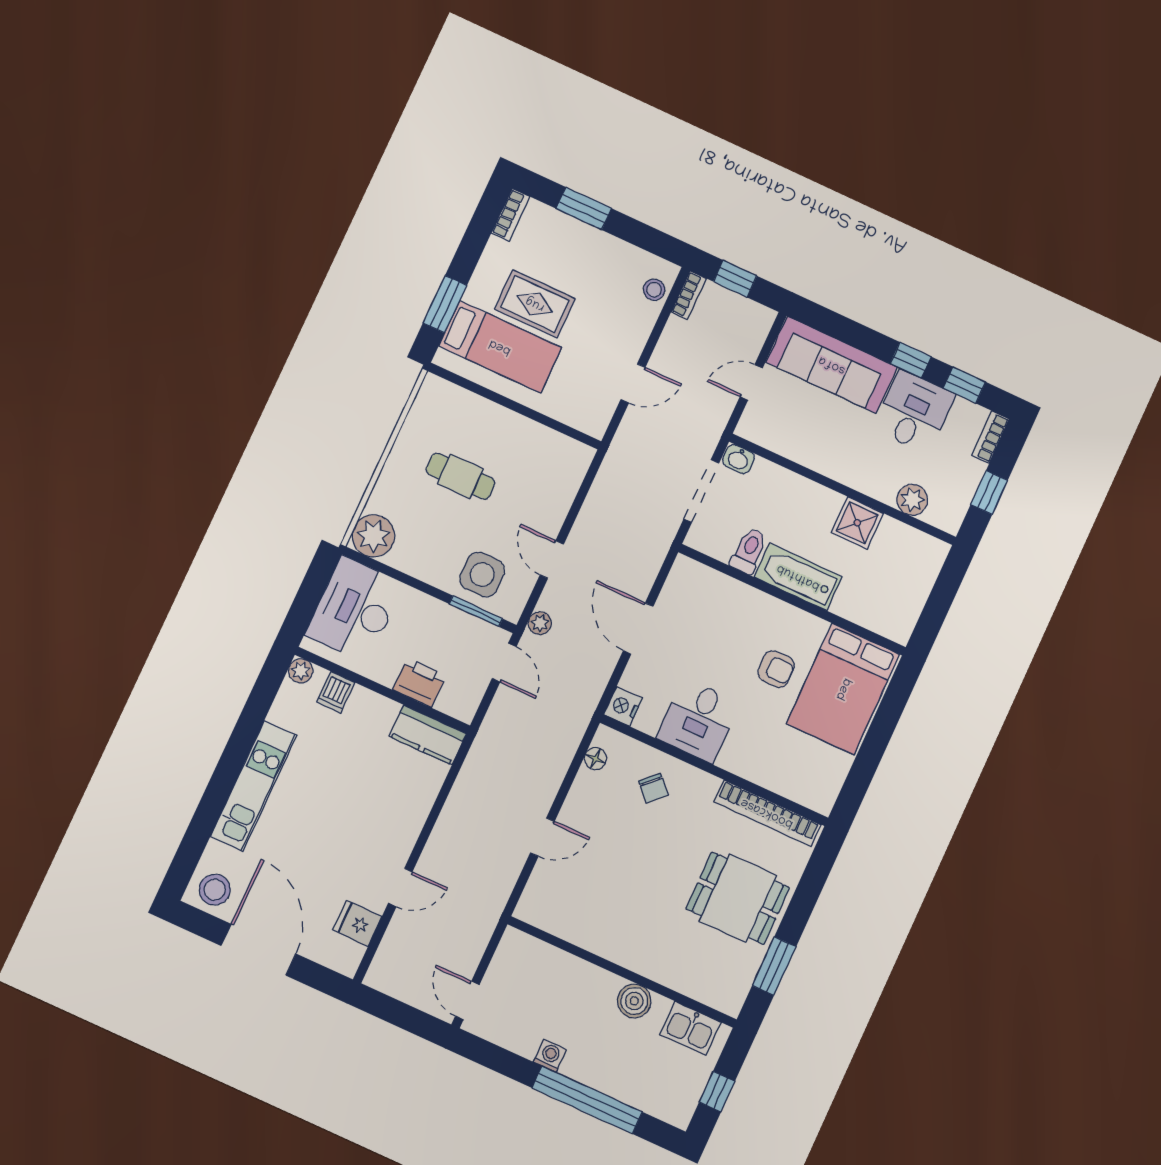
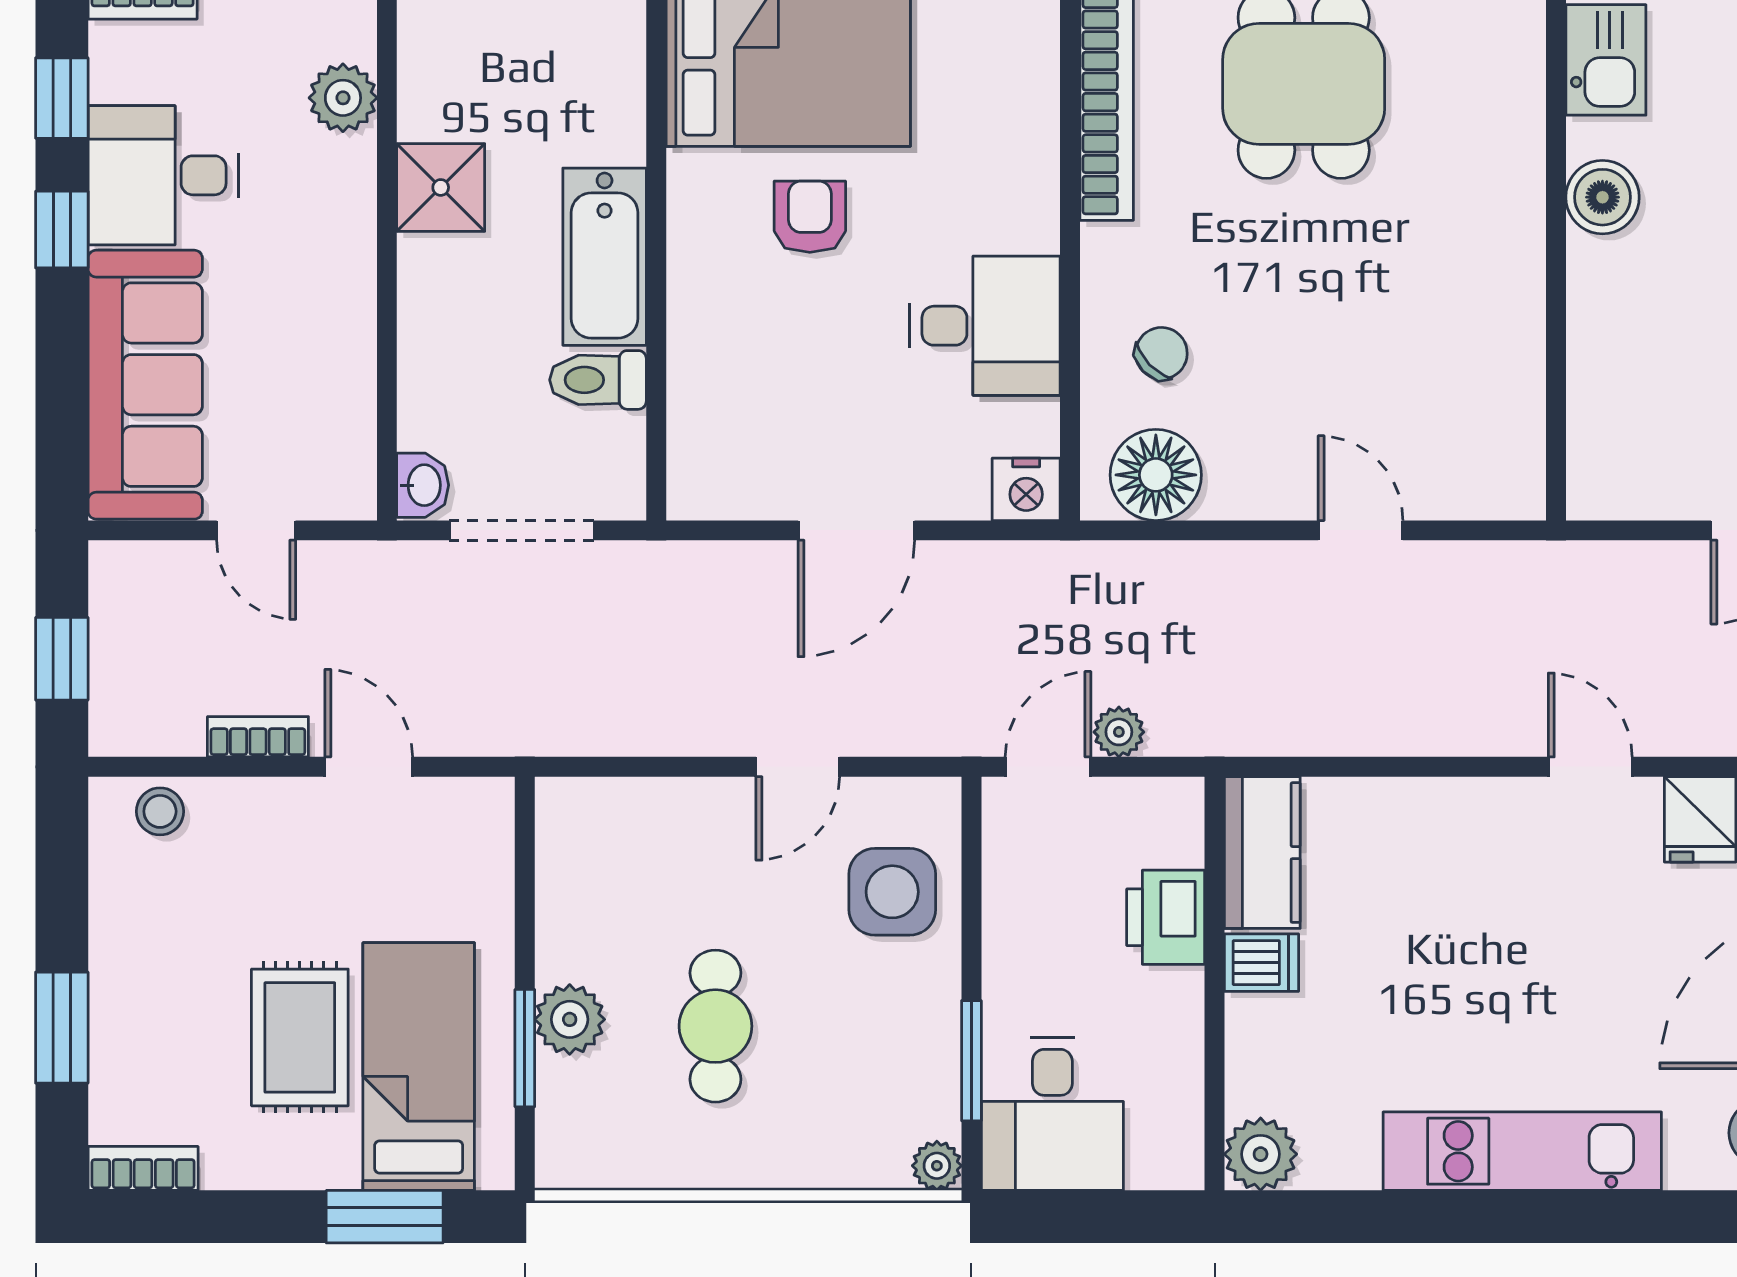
bookcase: (689, 295) -> (258, 737), moved
window: (488, 394) -> (525, 1048), added
plant: (491, 418) -> (570, 1019), added
plant: (373, 536) -> (937, 1166), width x0.53, depth x0.53
desk: (355, 609) -> (1052, 1114), width x0.73
window: (476, 611) -> (971, 1061), moved
plant: (540, 623) -> (1119, 732), moved
plant: (301, 671) -> (1261, 1154), width x1.38, depth x1.38
dishwasher: (336, 692) -> (1261, 963), moved
floor lamp: (595, 759) -> (1156, 475), width x1.89, depth x1.89

